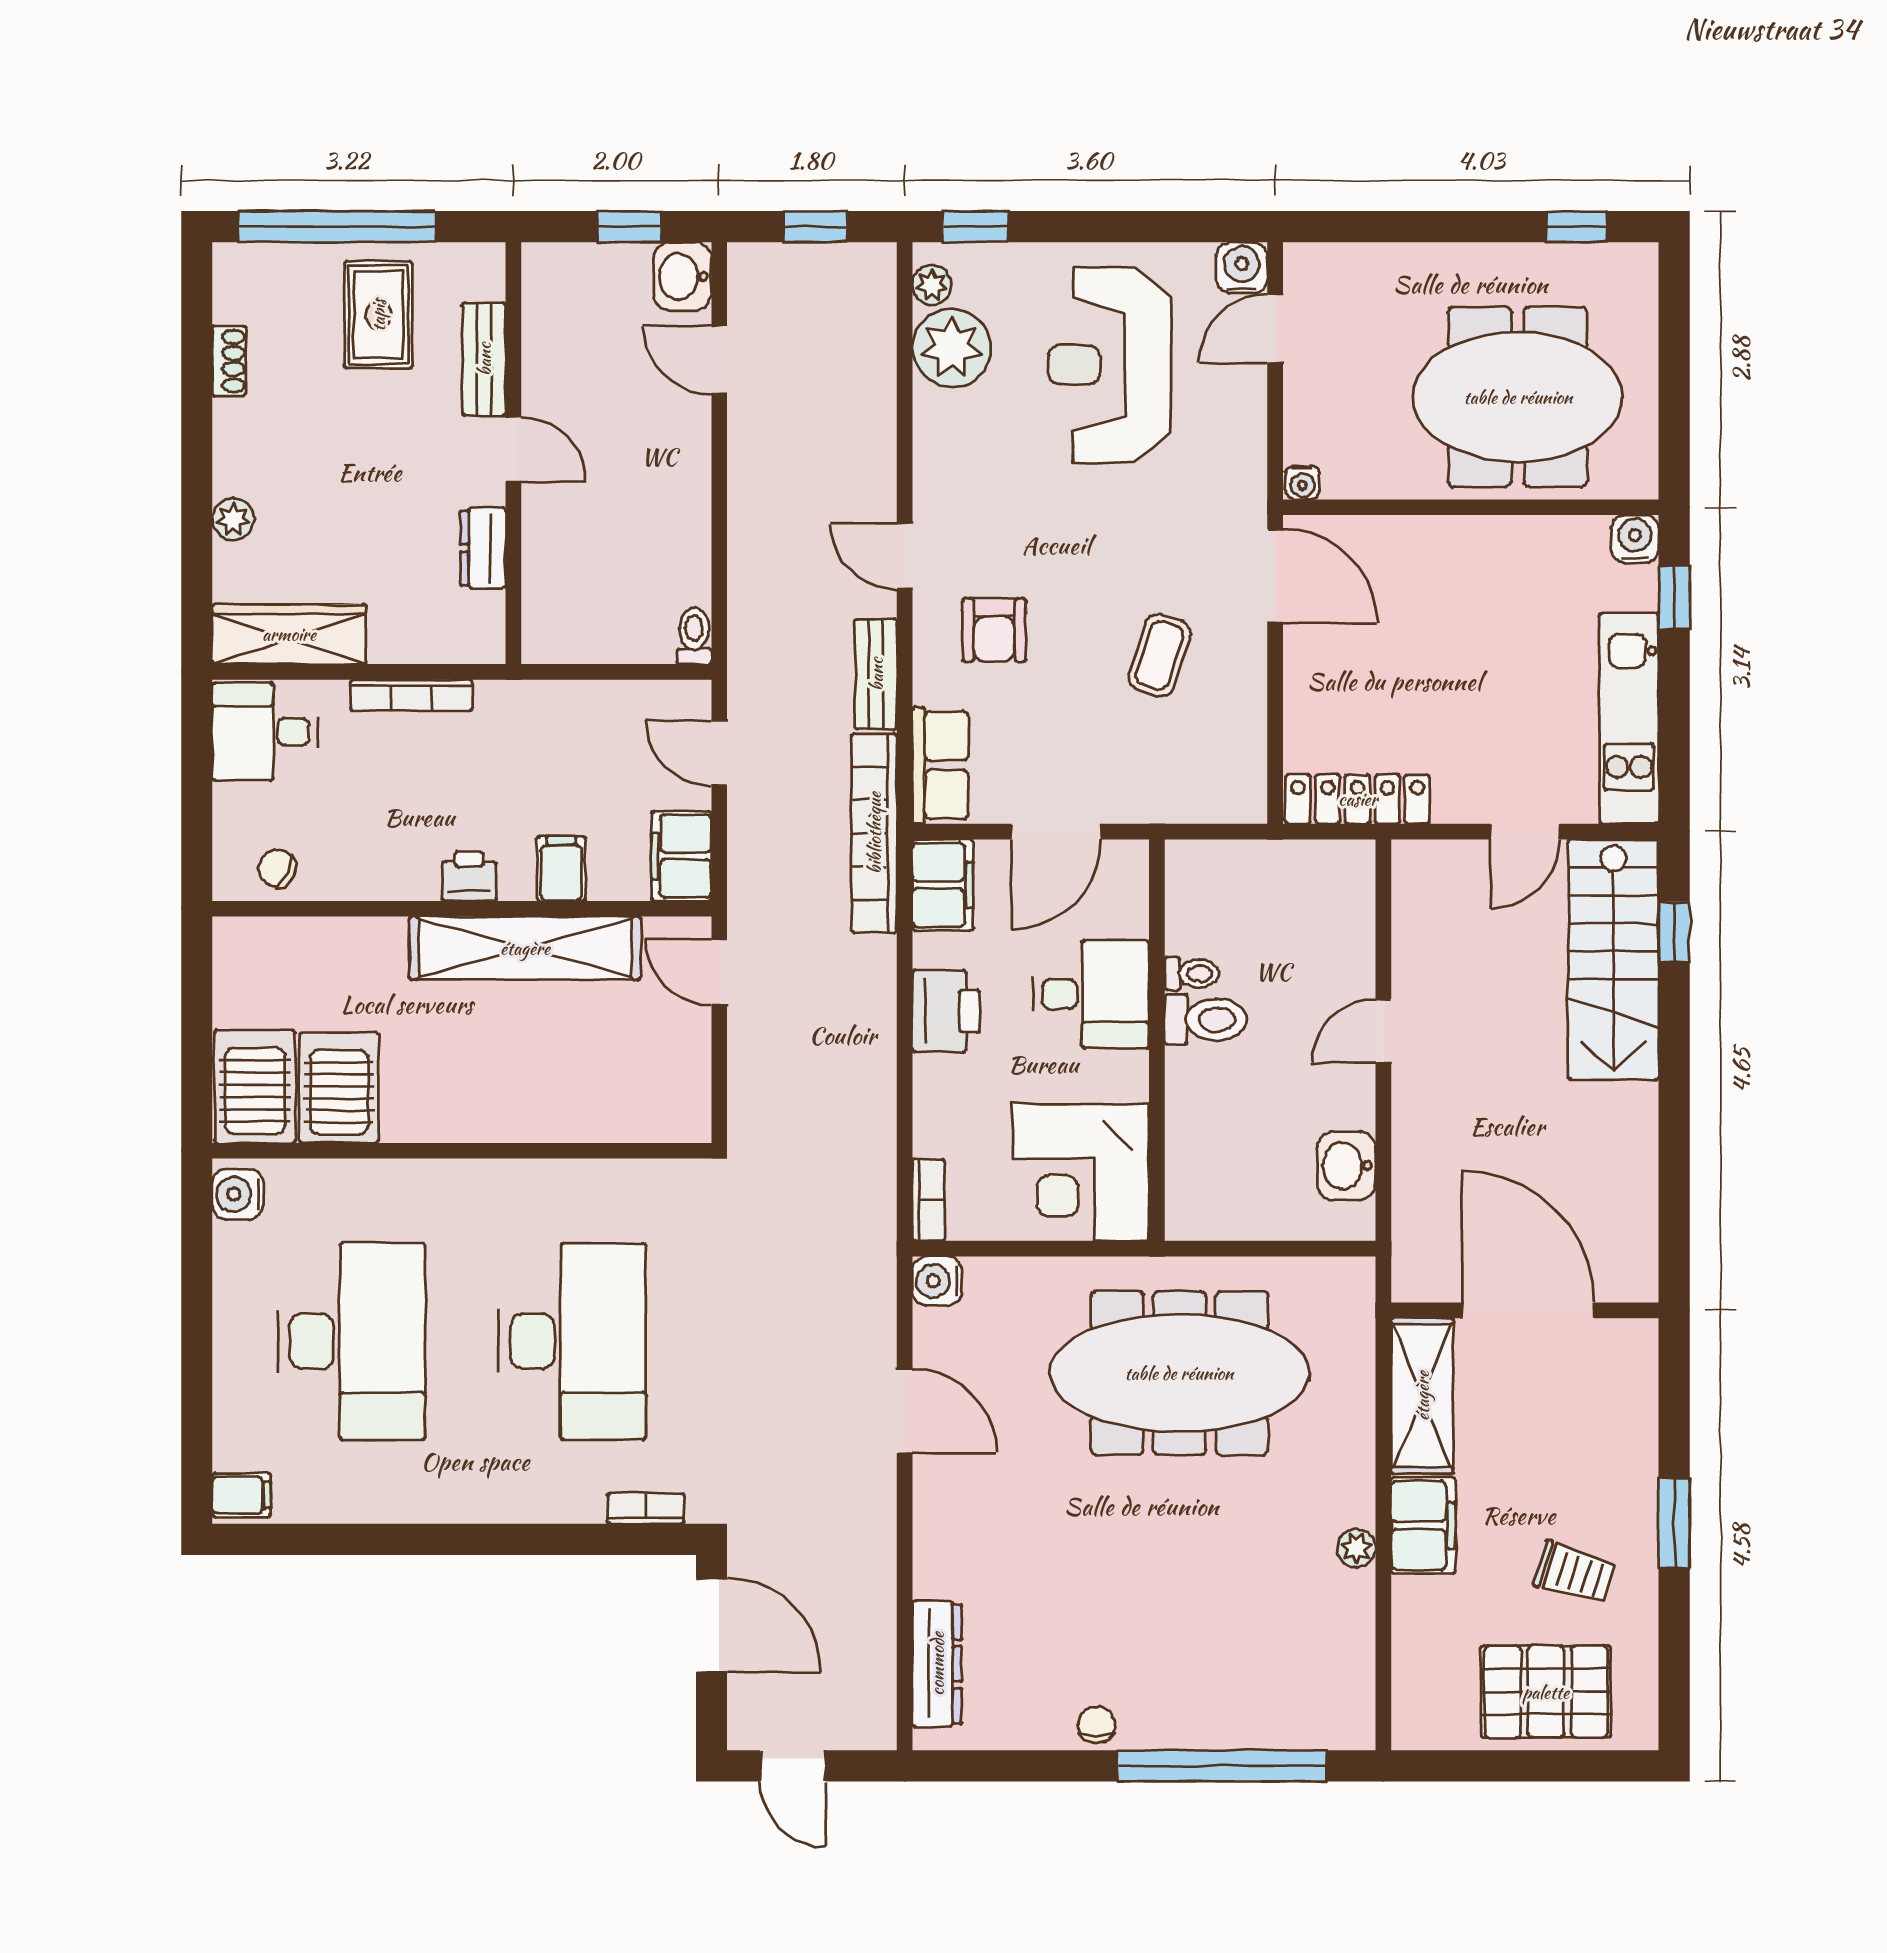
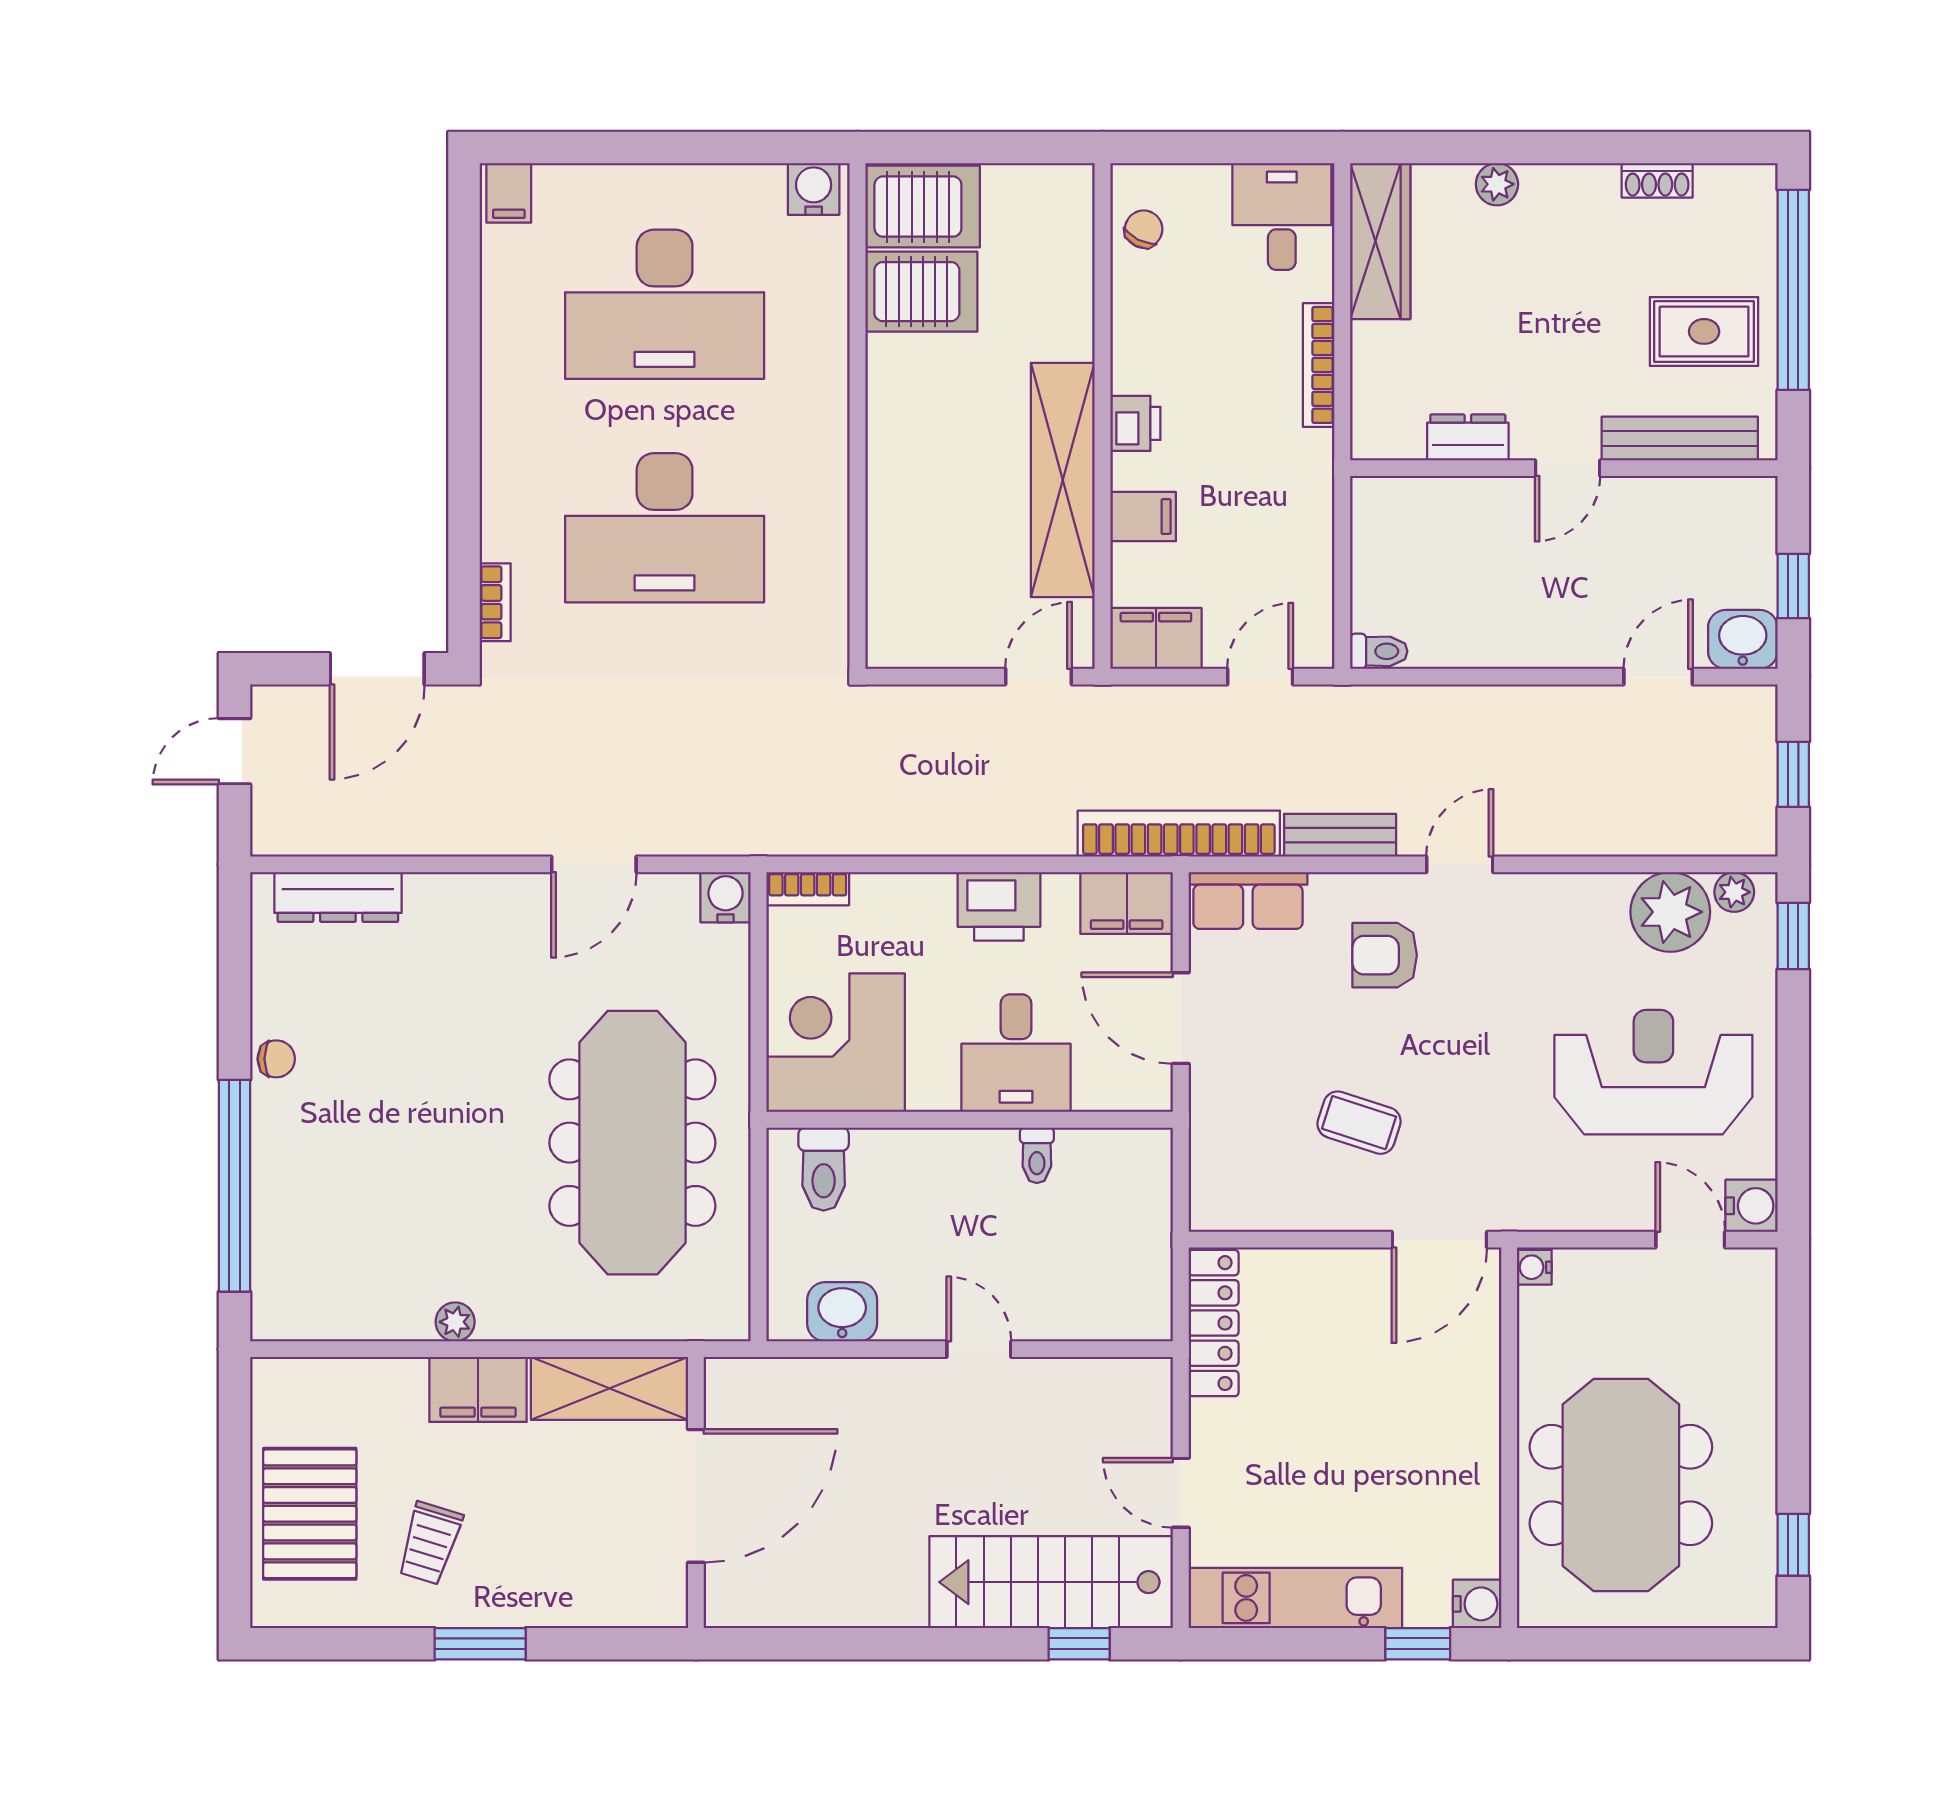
bench: (484, 359) -> (1680, 438), width x1.36
toilet: (1206, 1019) -> (824, 1169), moved

